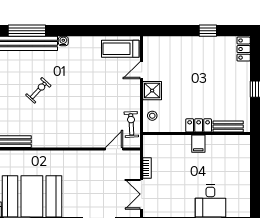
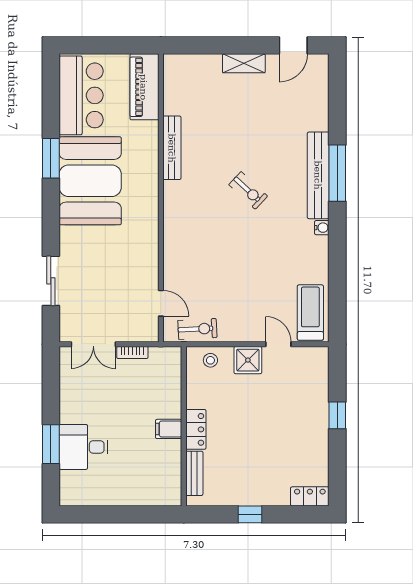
window: (208, 31) -> (337, 415), moved
double door: (142, 194) -> (93, 344), swing flipped

